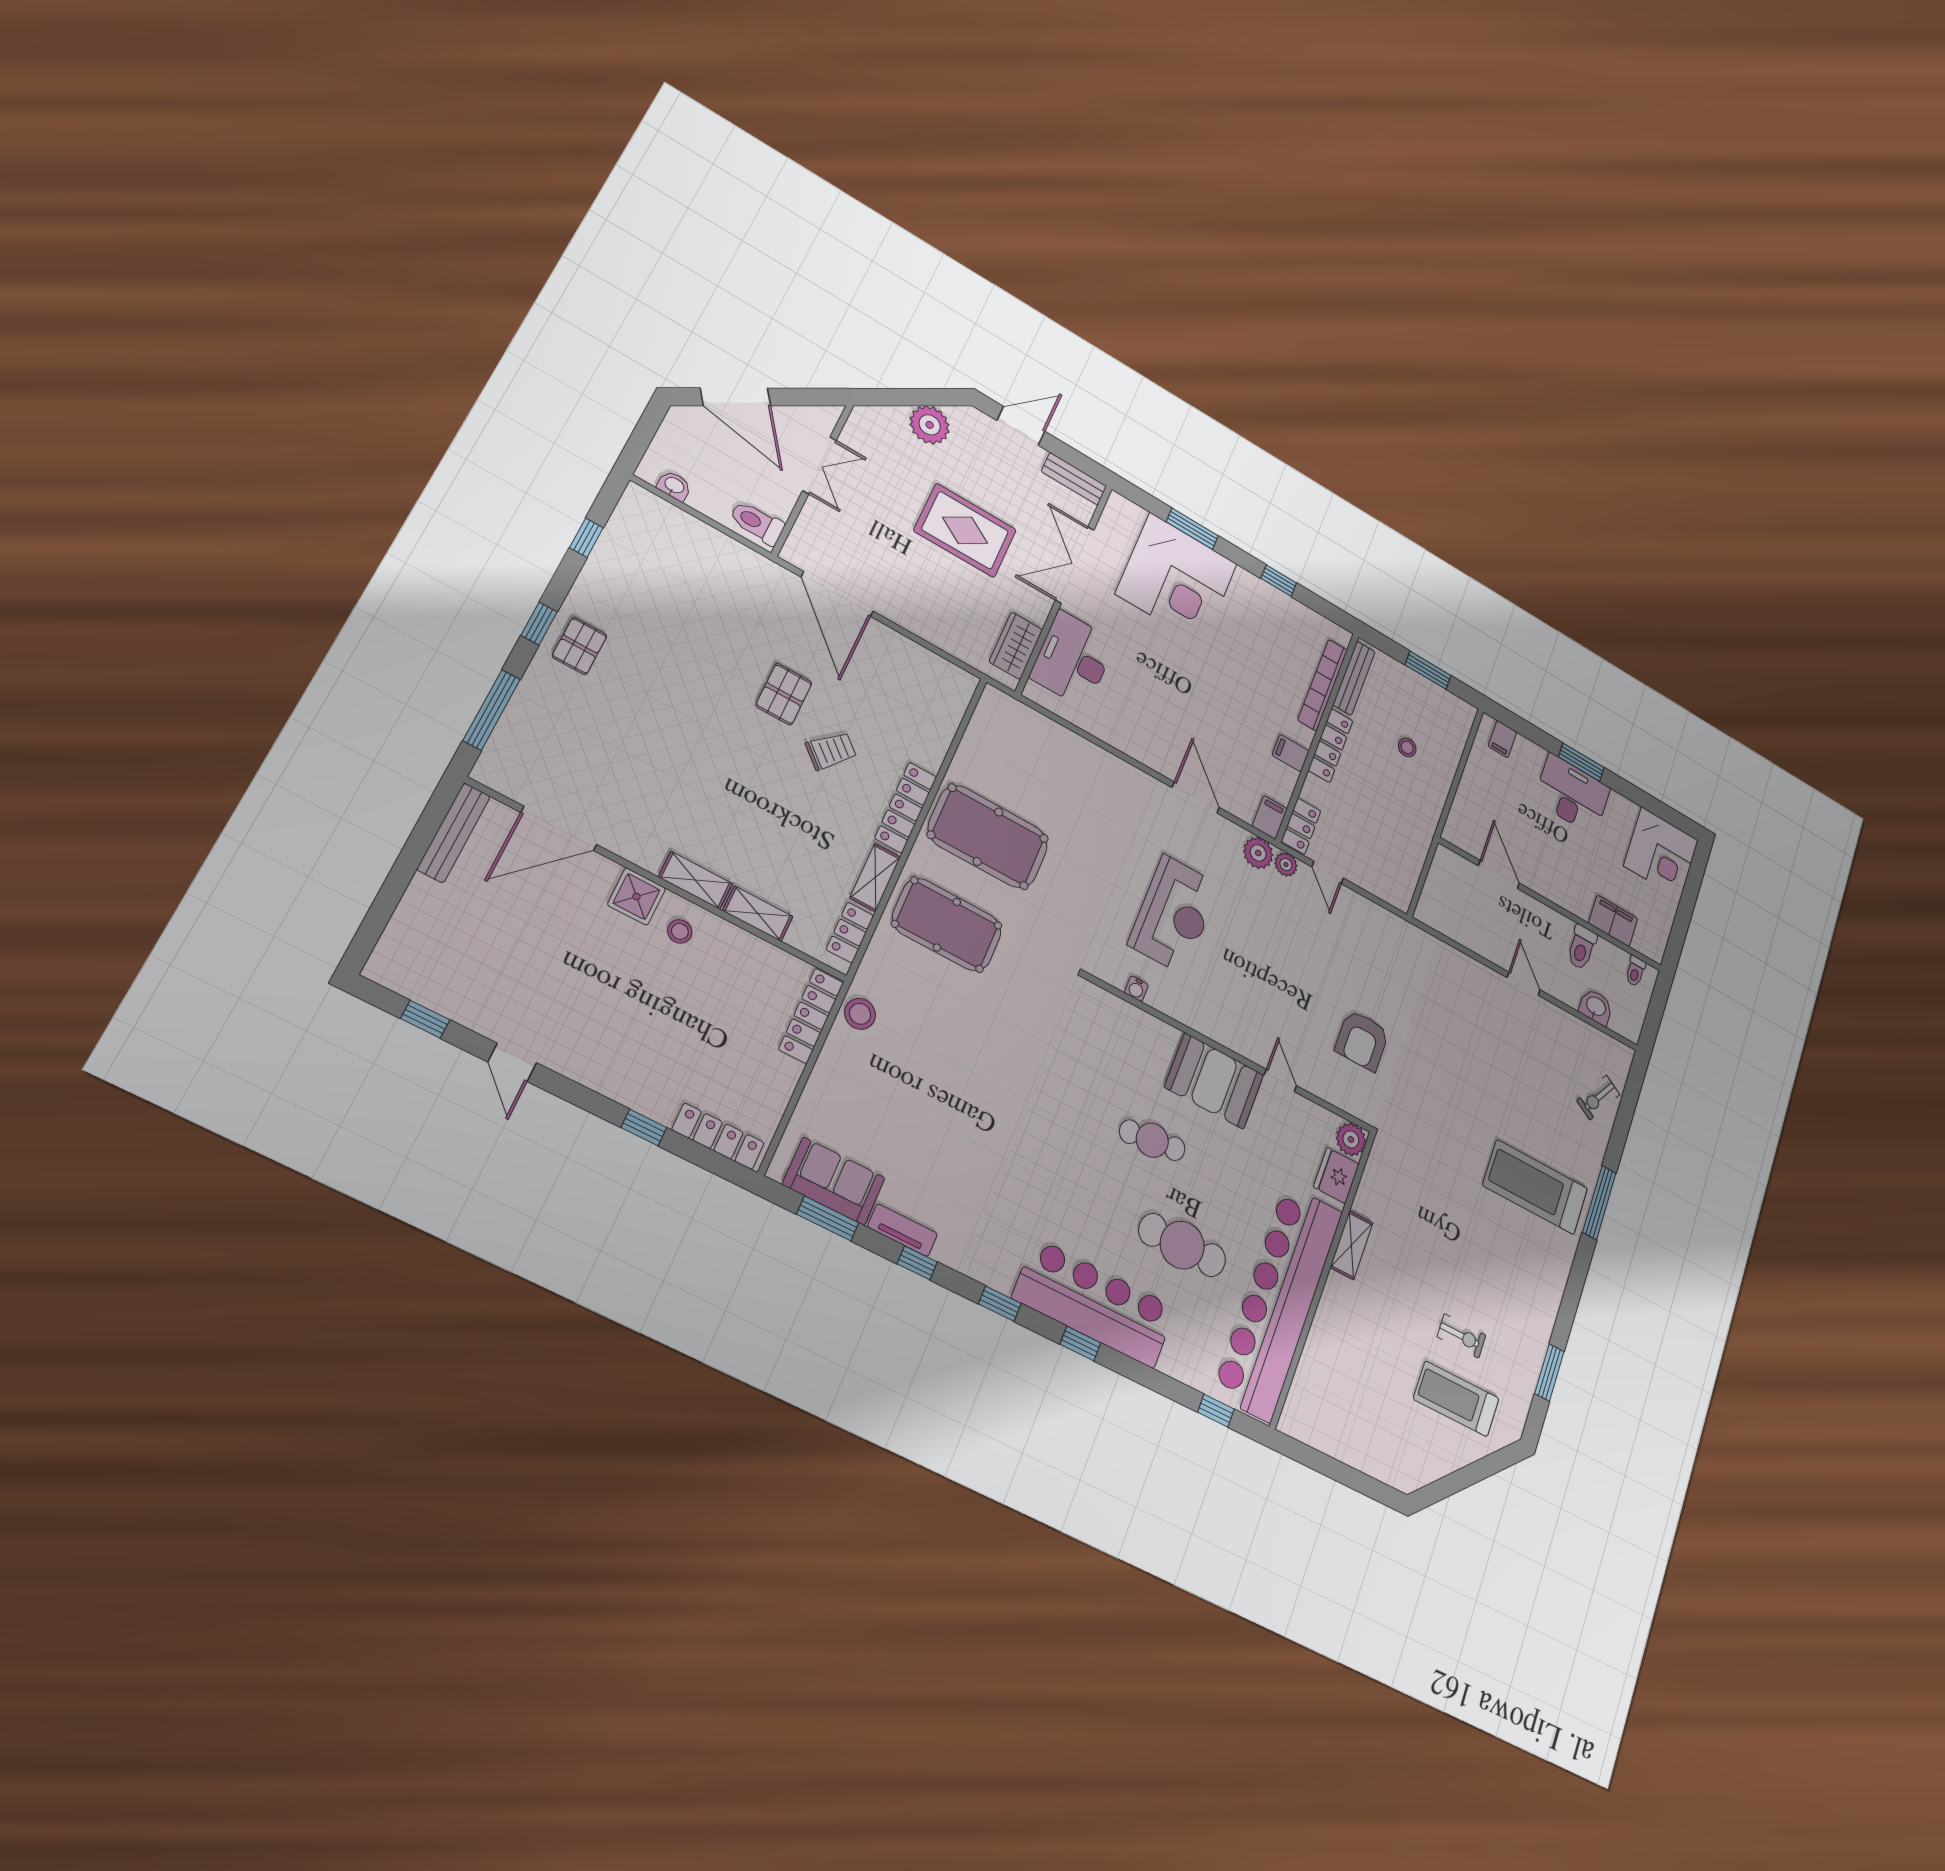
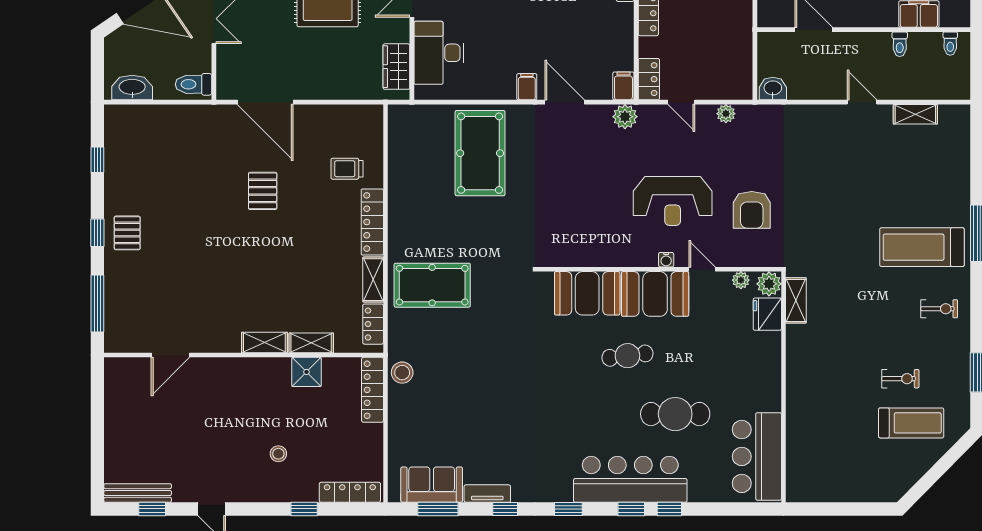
washbasin: (674, 486) -> (132, 88), width x1.91, depth x1.45
trolley: (831, 751) -> (347, 169), moved, turned -133
filing cabinet: (1291, 753) -> (527, 87), moved, turned 90
door: (559, 828) -> (170, 355), width x0.73
bench: (454, 833) -> (138, 493), moved, turned 90
pool table: (988, 837) -> (480, 153), moved, turned 90
plant: (1286, 864) -> (726, 114), moved
shower: (636, 897) -> (306, 372), moved
reception desk: (1174, 914) -> (673, 201), moved, turned 90
stool: (680, 931) -> (278, 454), moved
toilet: (1582, 948) -> (900, 44), width x0.73, depth x0.72
water cooler: (1136, 989) -> (666, 260), moved
washbasin: (1596, 1007) -> (773, 89), moved
shelving: (1576, 1029) -> (915, 114), added
booth: (1133, 1037) -> (587, 293), added
exercise bike: (1598, 1098) -> (939, 309), moved, turned -120
plant: (1320, 1118) -> (741, 280), added
shelving: (1351, 1245) -> (796, 300), moved
bar counter: (1278, 1301) -> (757, 456), width x0.54
treadmill: (1456, 1399) -> (911, 423), turned 180
window: (1216, 1411) -> (669, 509), moved

